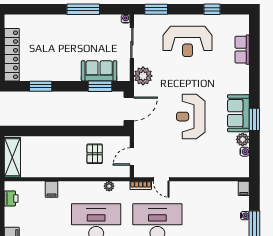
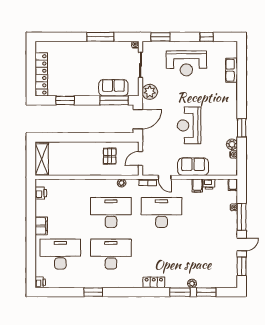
window: (100, 86) -> (114, 100), width x1.44
sofa: (238, 113) -> (193, 167), moved, turned 90
printer: (215, 187) -> (209, 184), added
filing cabinet: (52, 189) -> (197, 186), moved

